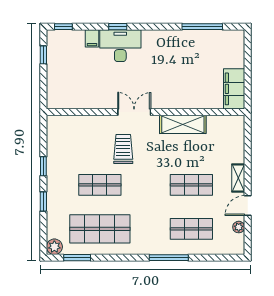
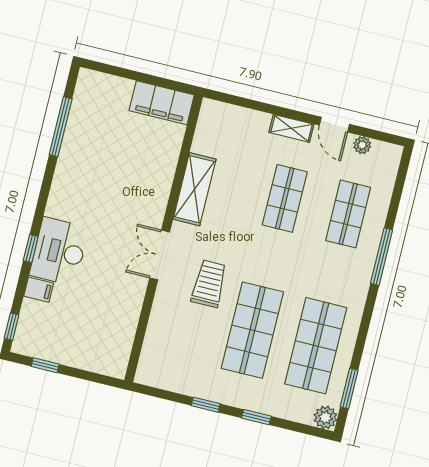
trolley: (123, 149) -> (209, 284), turned 90
shop shelf: (100, 185) -> (252, 330), width x1.43, depth x1.36

